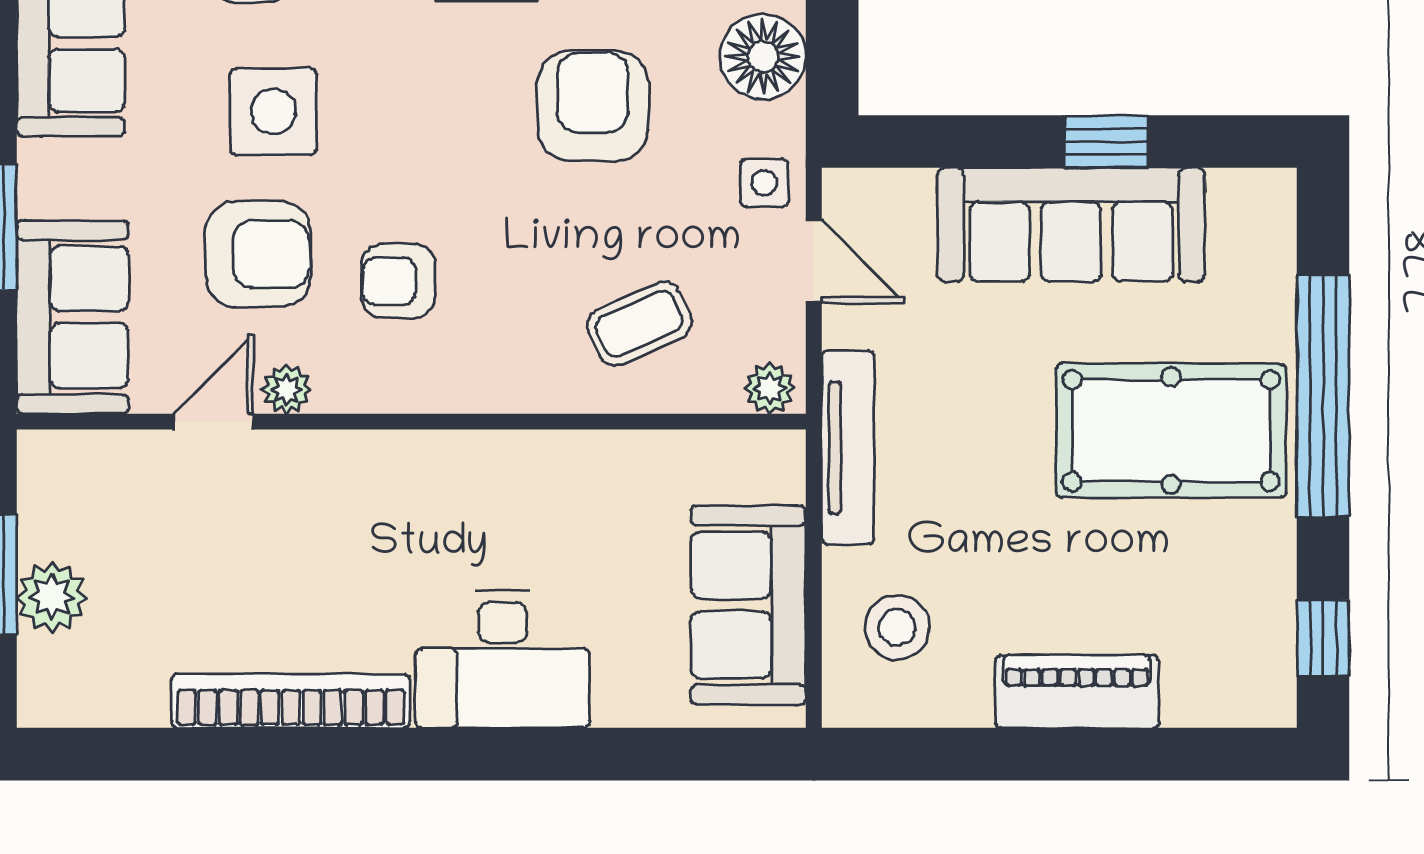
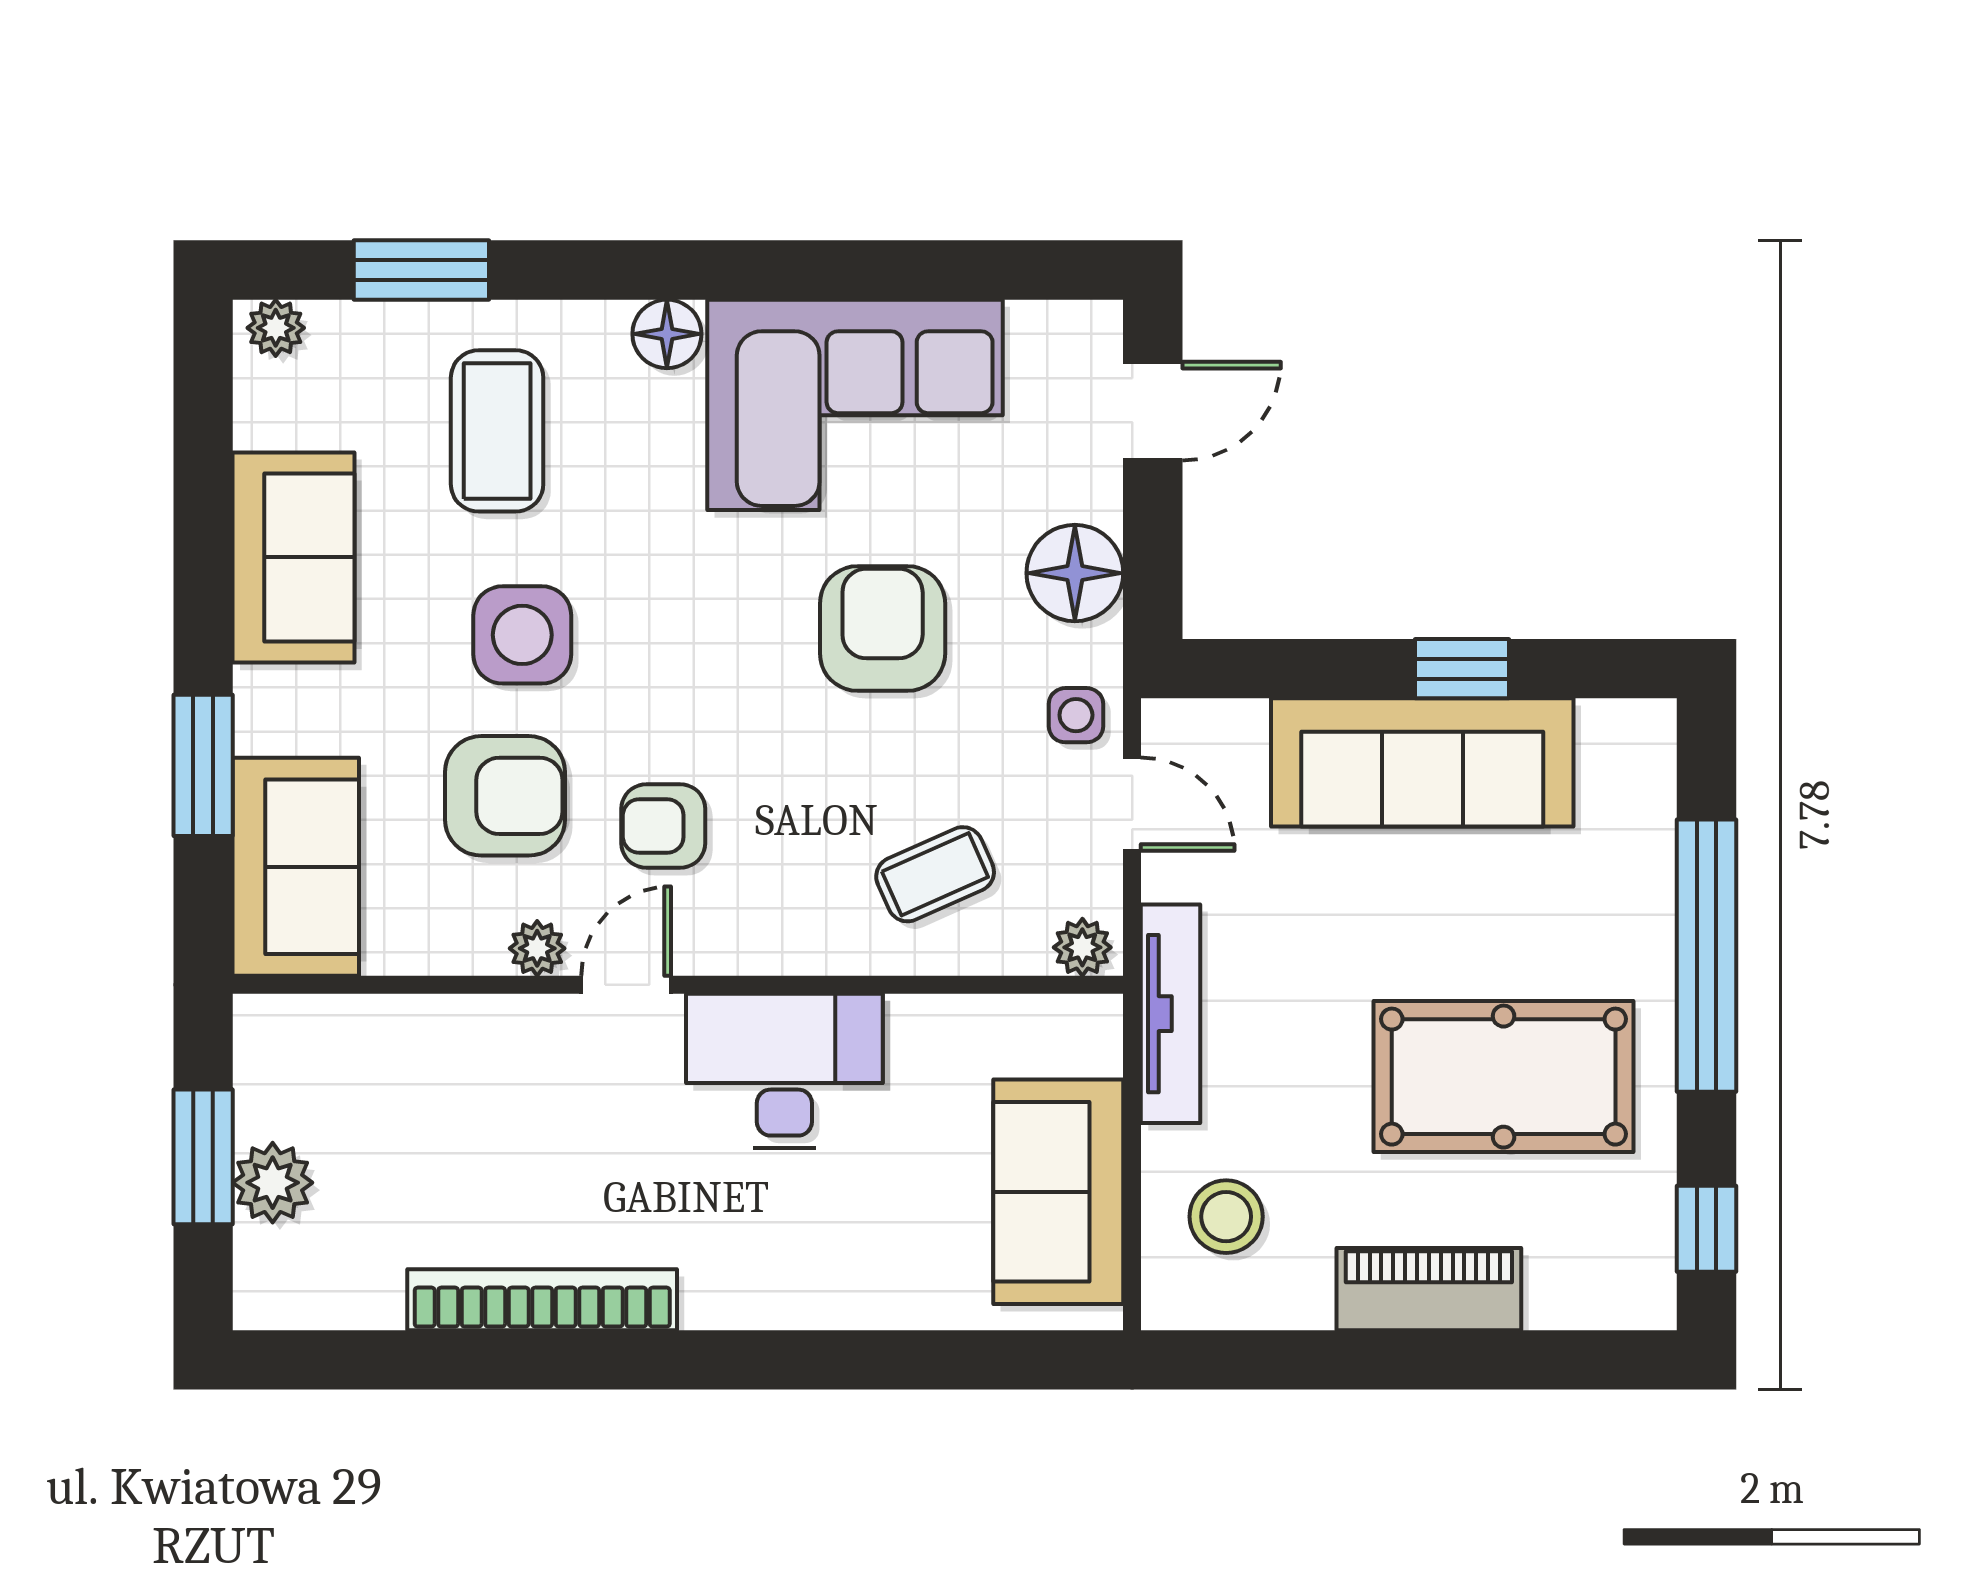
door: (213, 422) -> (626, 985), moved
pool table: (1171, 431) -> (1504, 1077), moved
desk: (503, 659) -> (784, 1071), moved, turned 180

